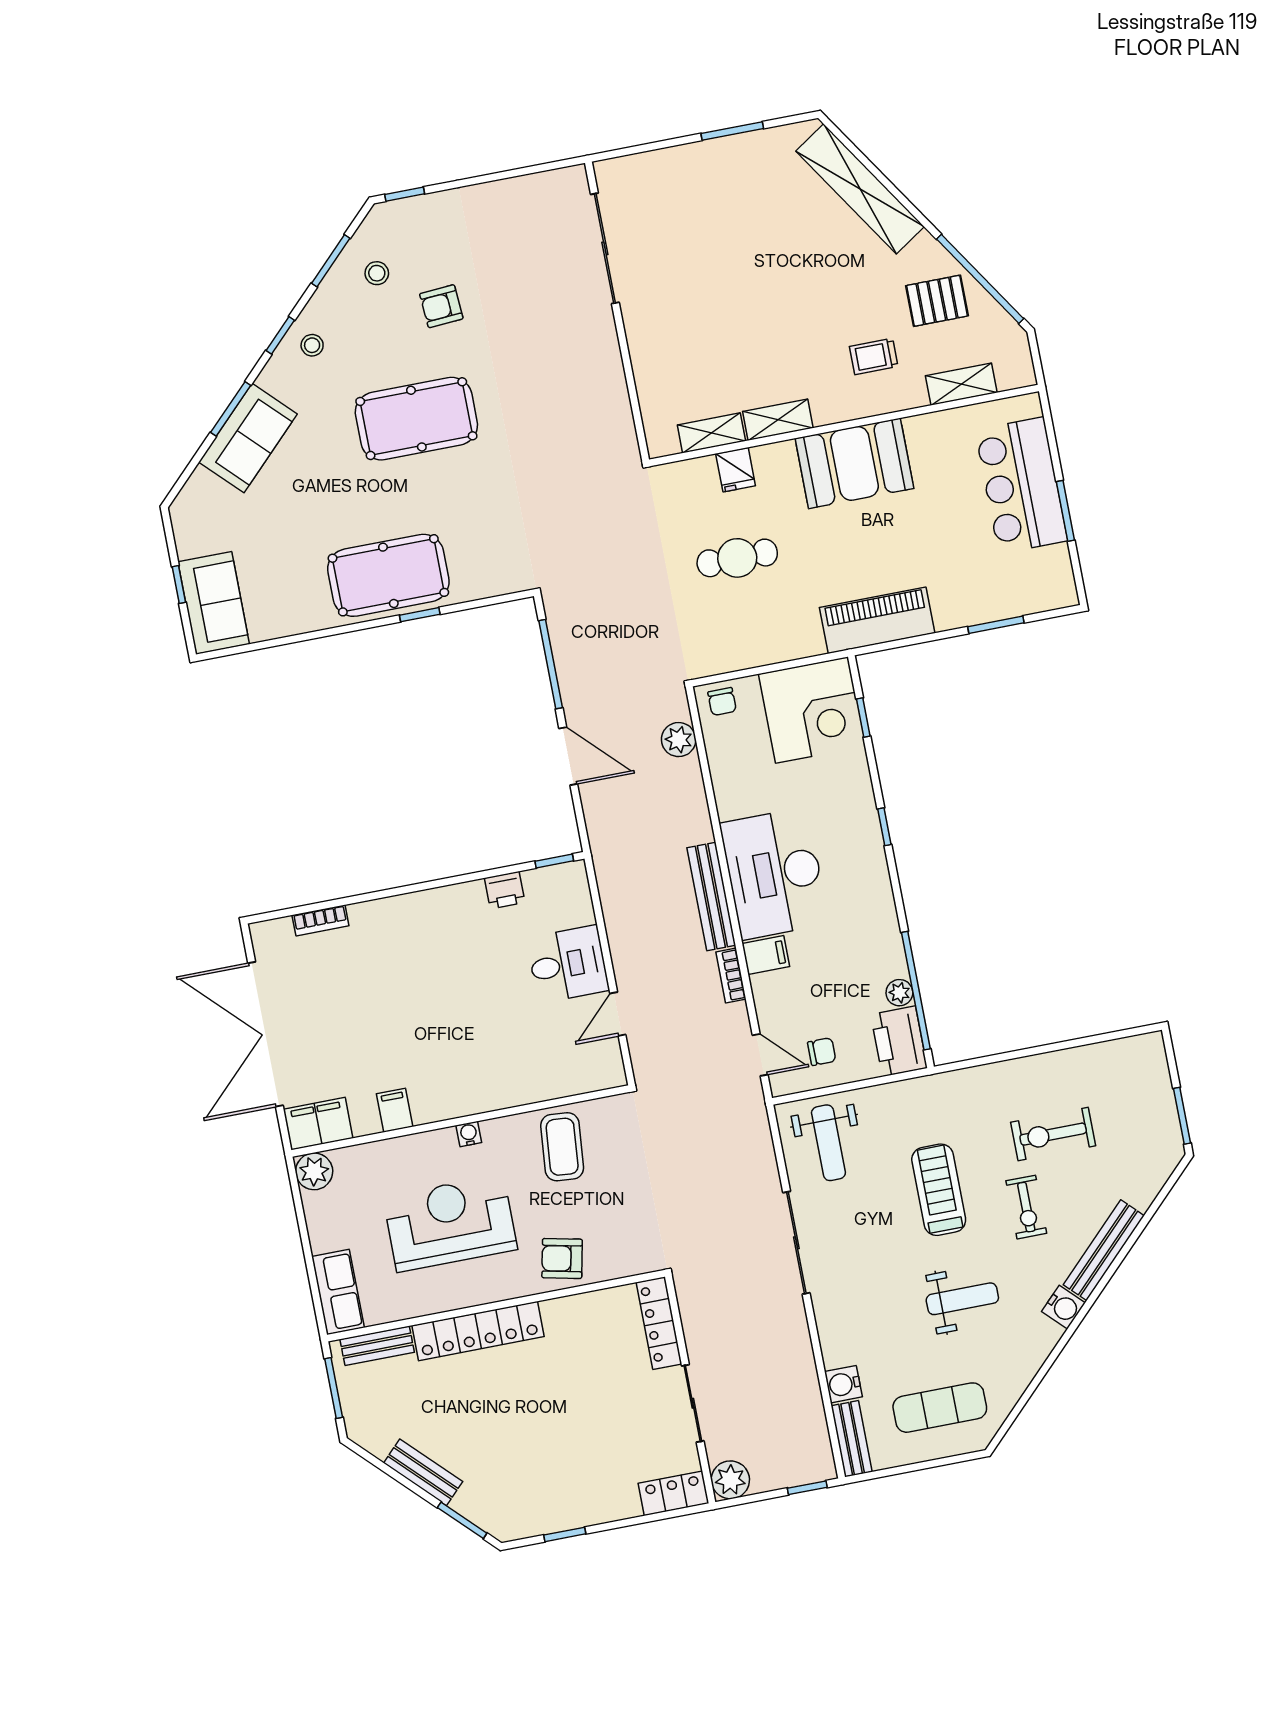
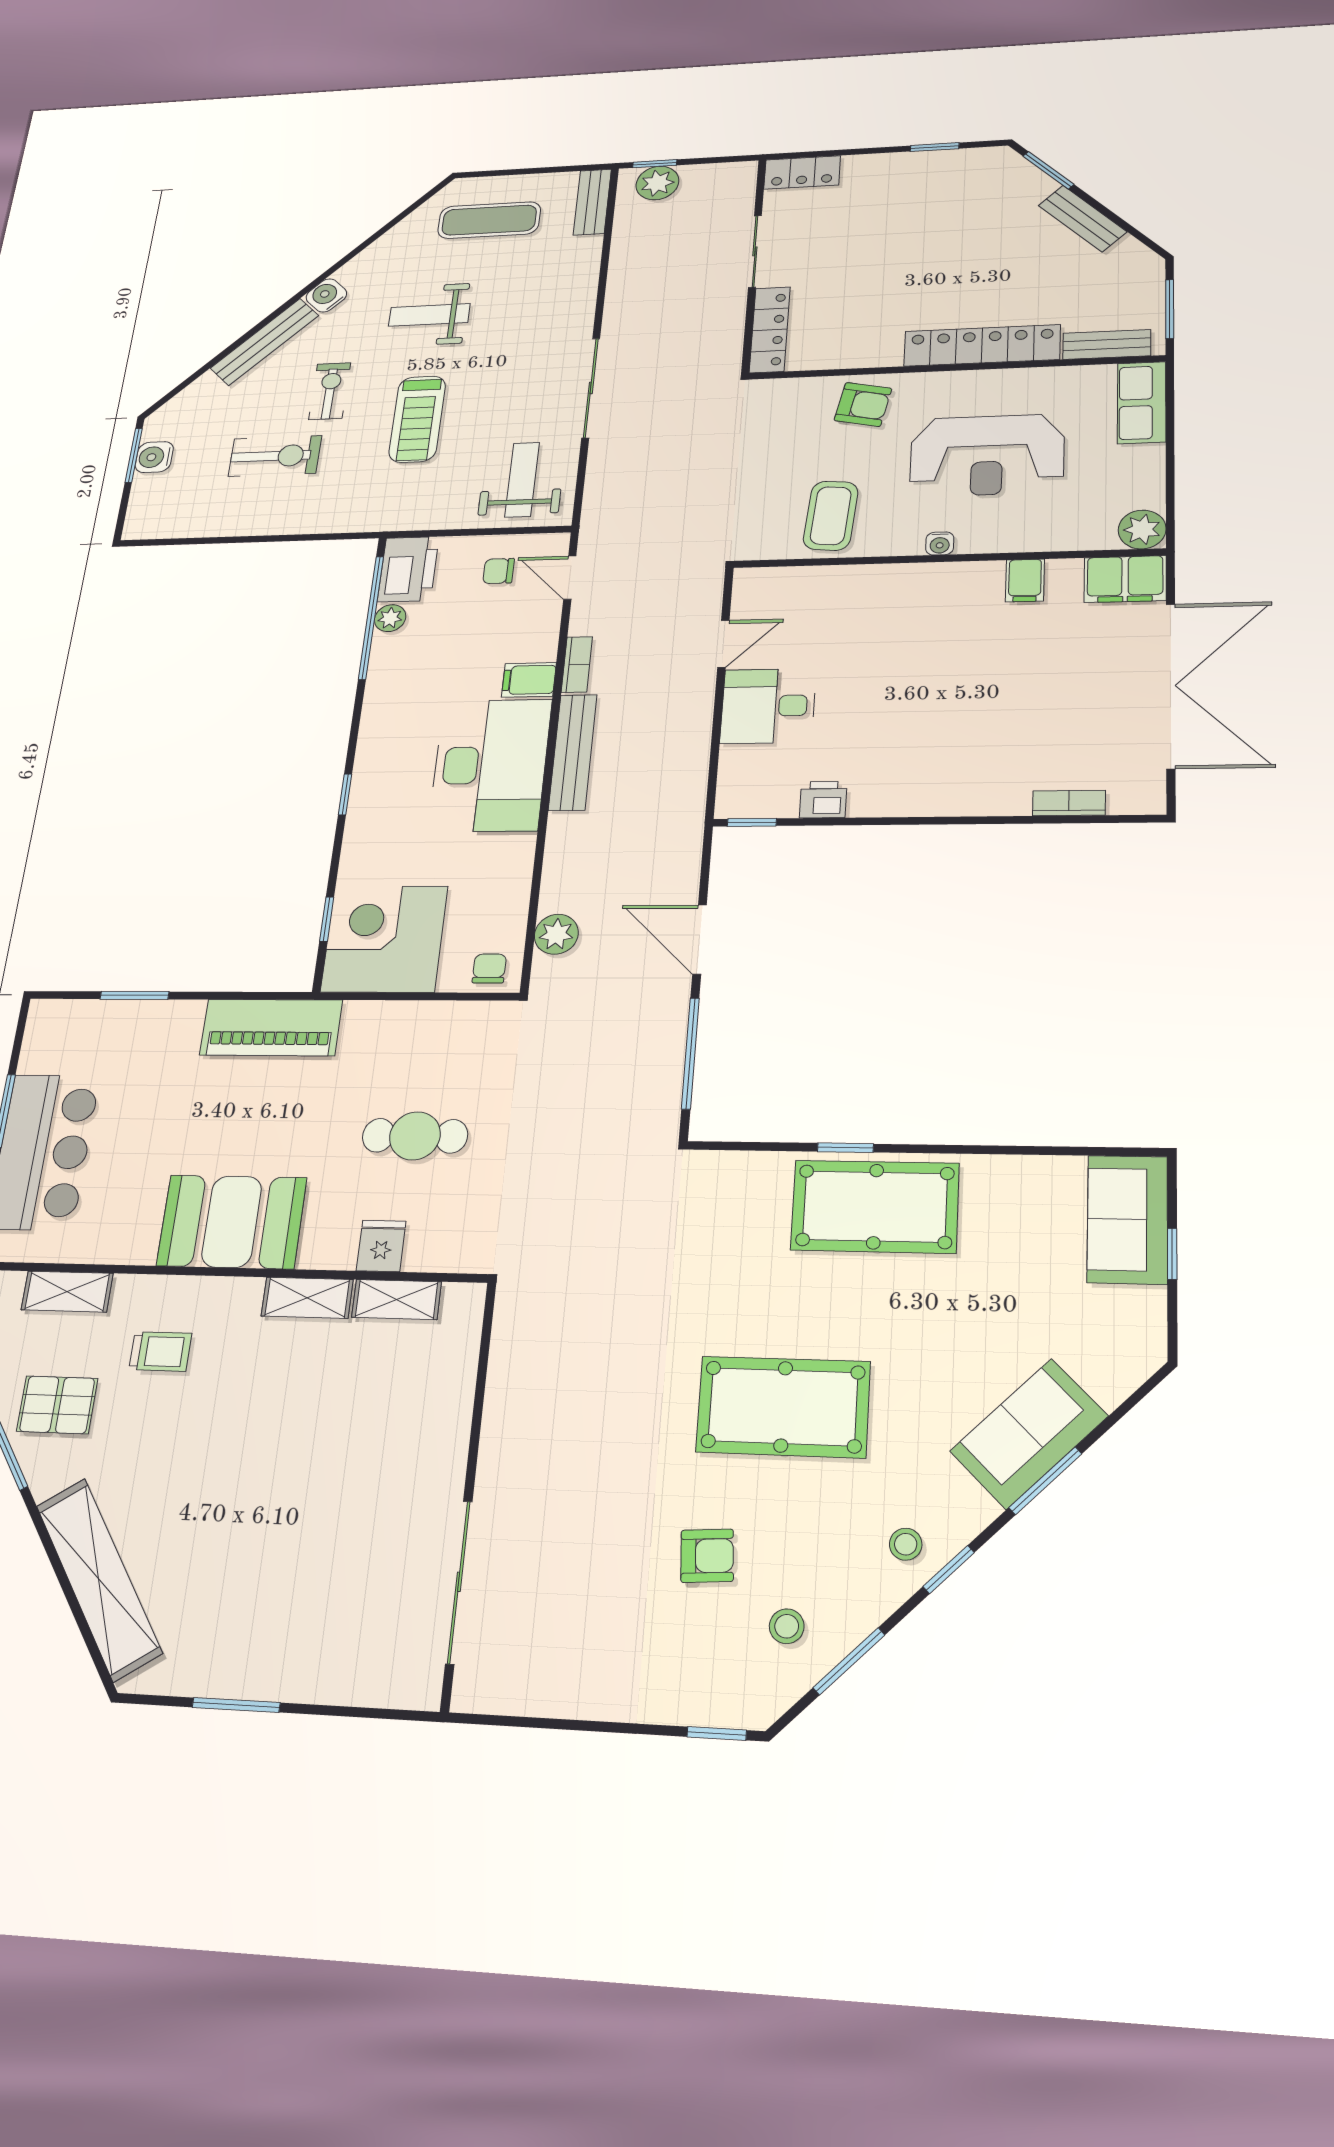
water cooler: (843, 1384) -> (154, 457), moved, turned 180
plant: (730, 1480) -> (657, 183), moved

